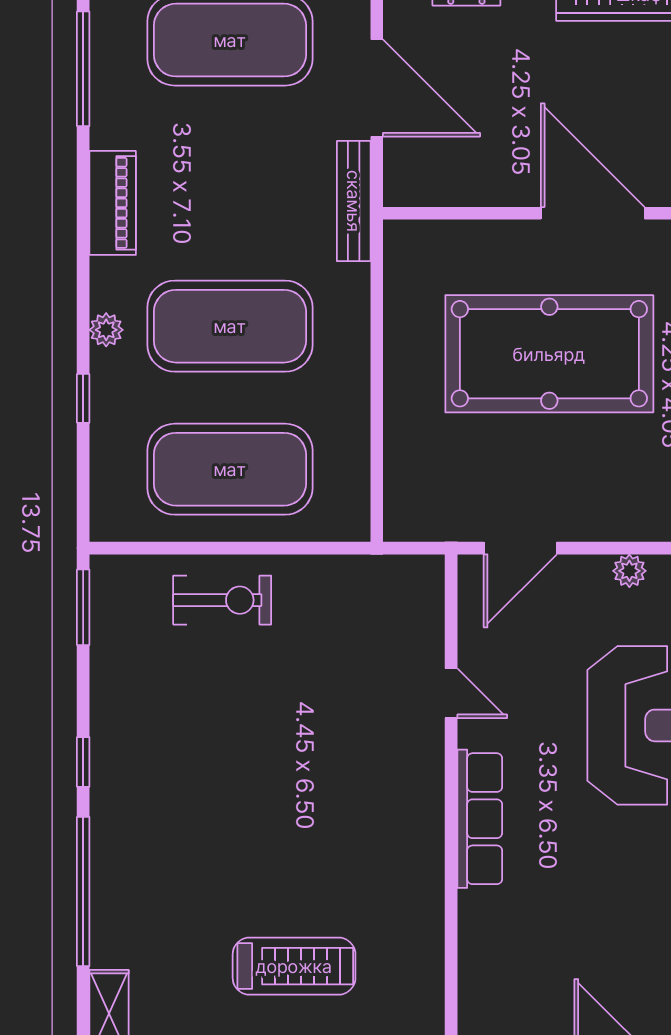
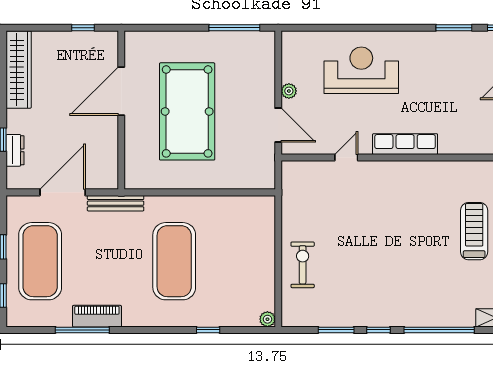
window: (83, 69) -> (82, 330), moved
piano: (113, 203) -> (97, 316), moved
plant: (106, 330) -> (267, 319), moved
exercise mat: (230, 469) -> (241, 261), removed
plant: (629, 571) -> (289, 91), moved
window: (83, 607) -> (336, 330), moved

